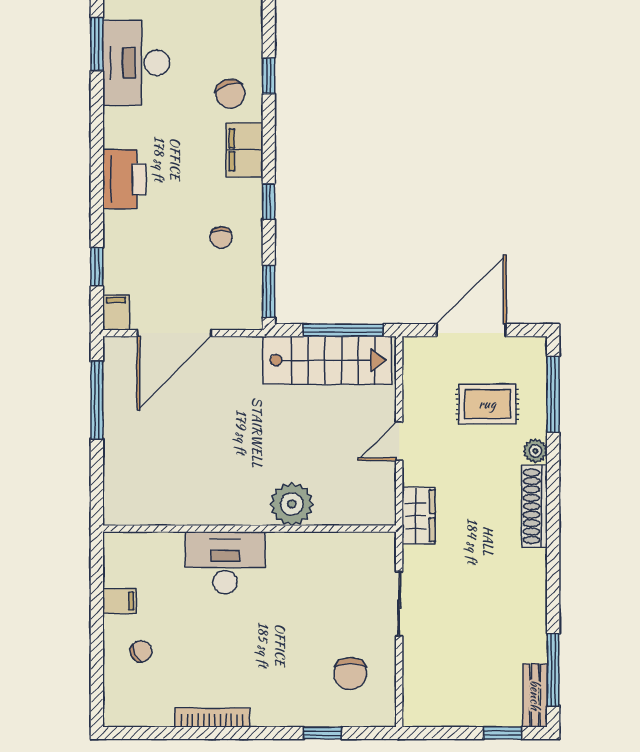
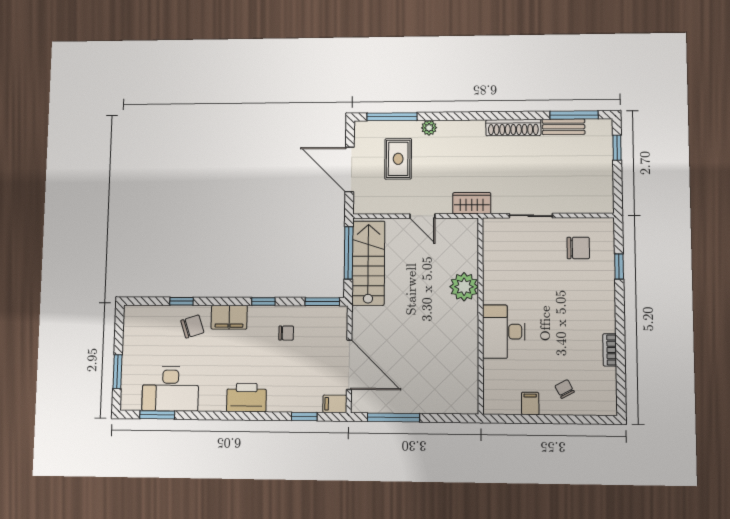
shoe rack: (534, 506) -> (513, 128), moved
bench: (535, 695) -> (563, 127), moved
bookcase: (212, 718) -> (610, 350), width x0.64

